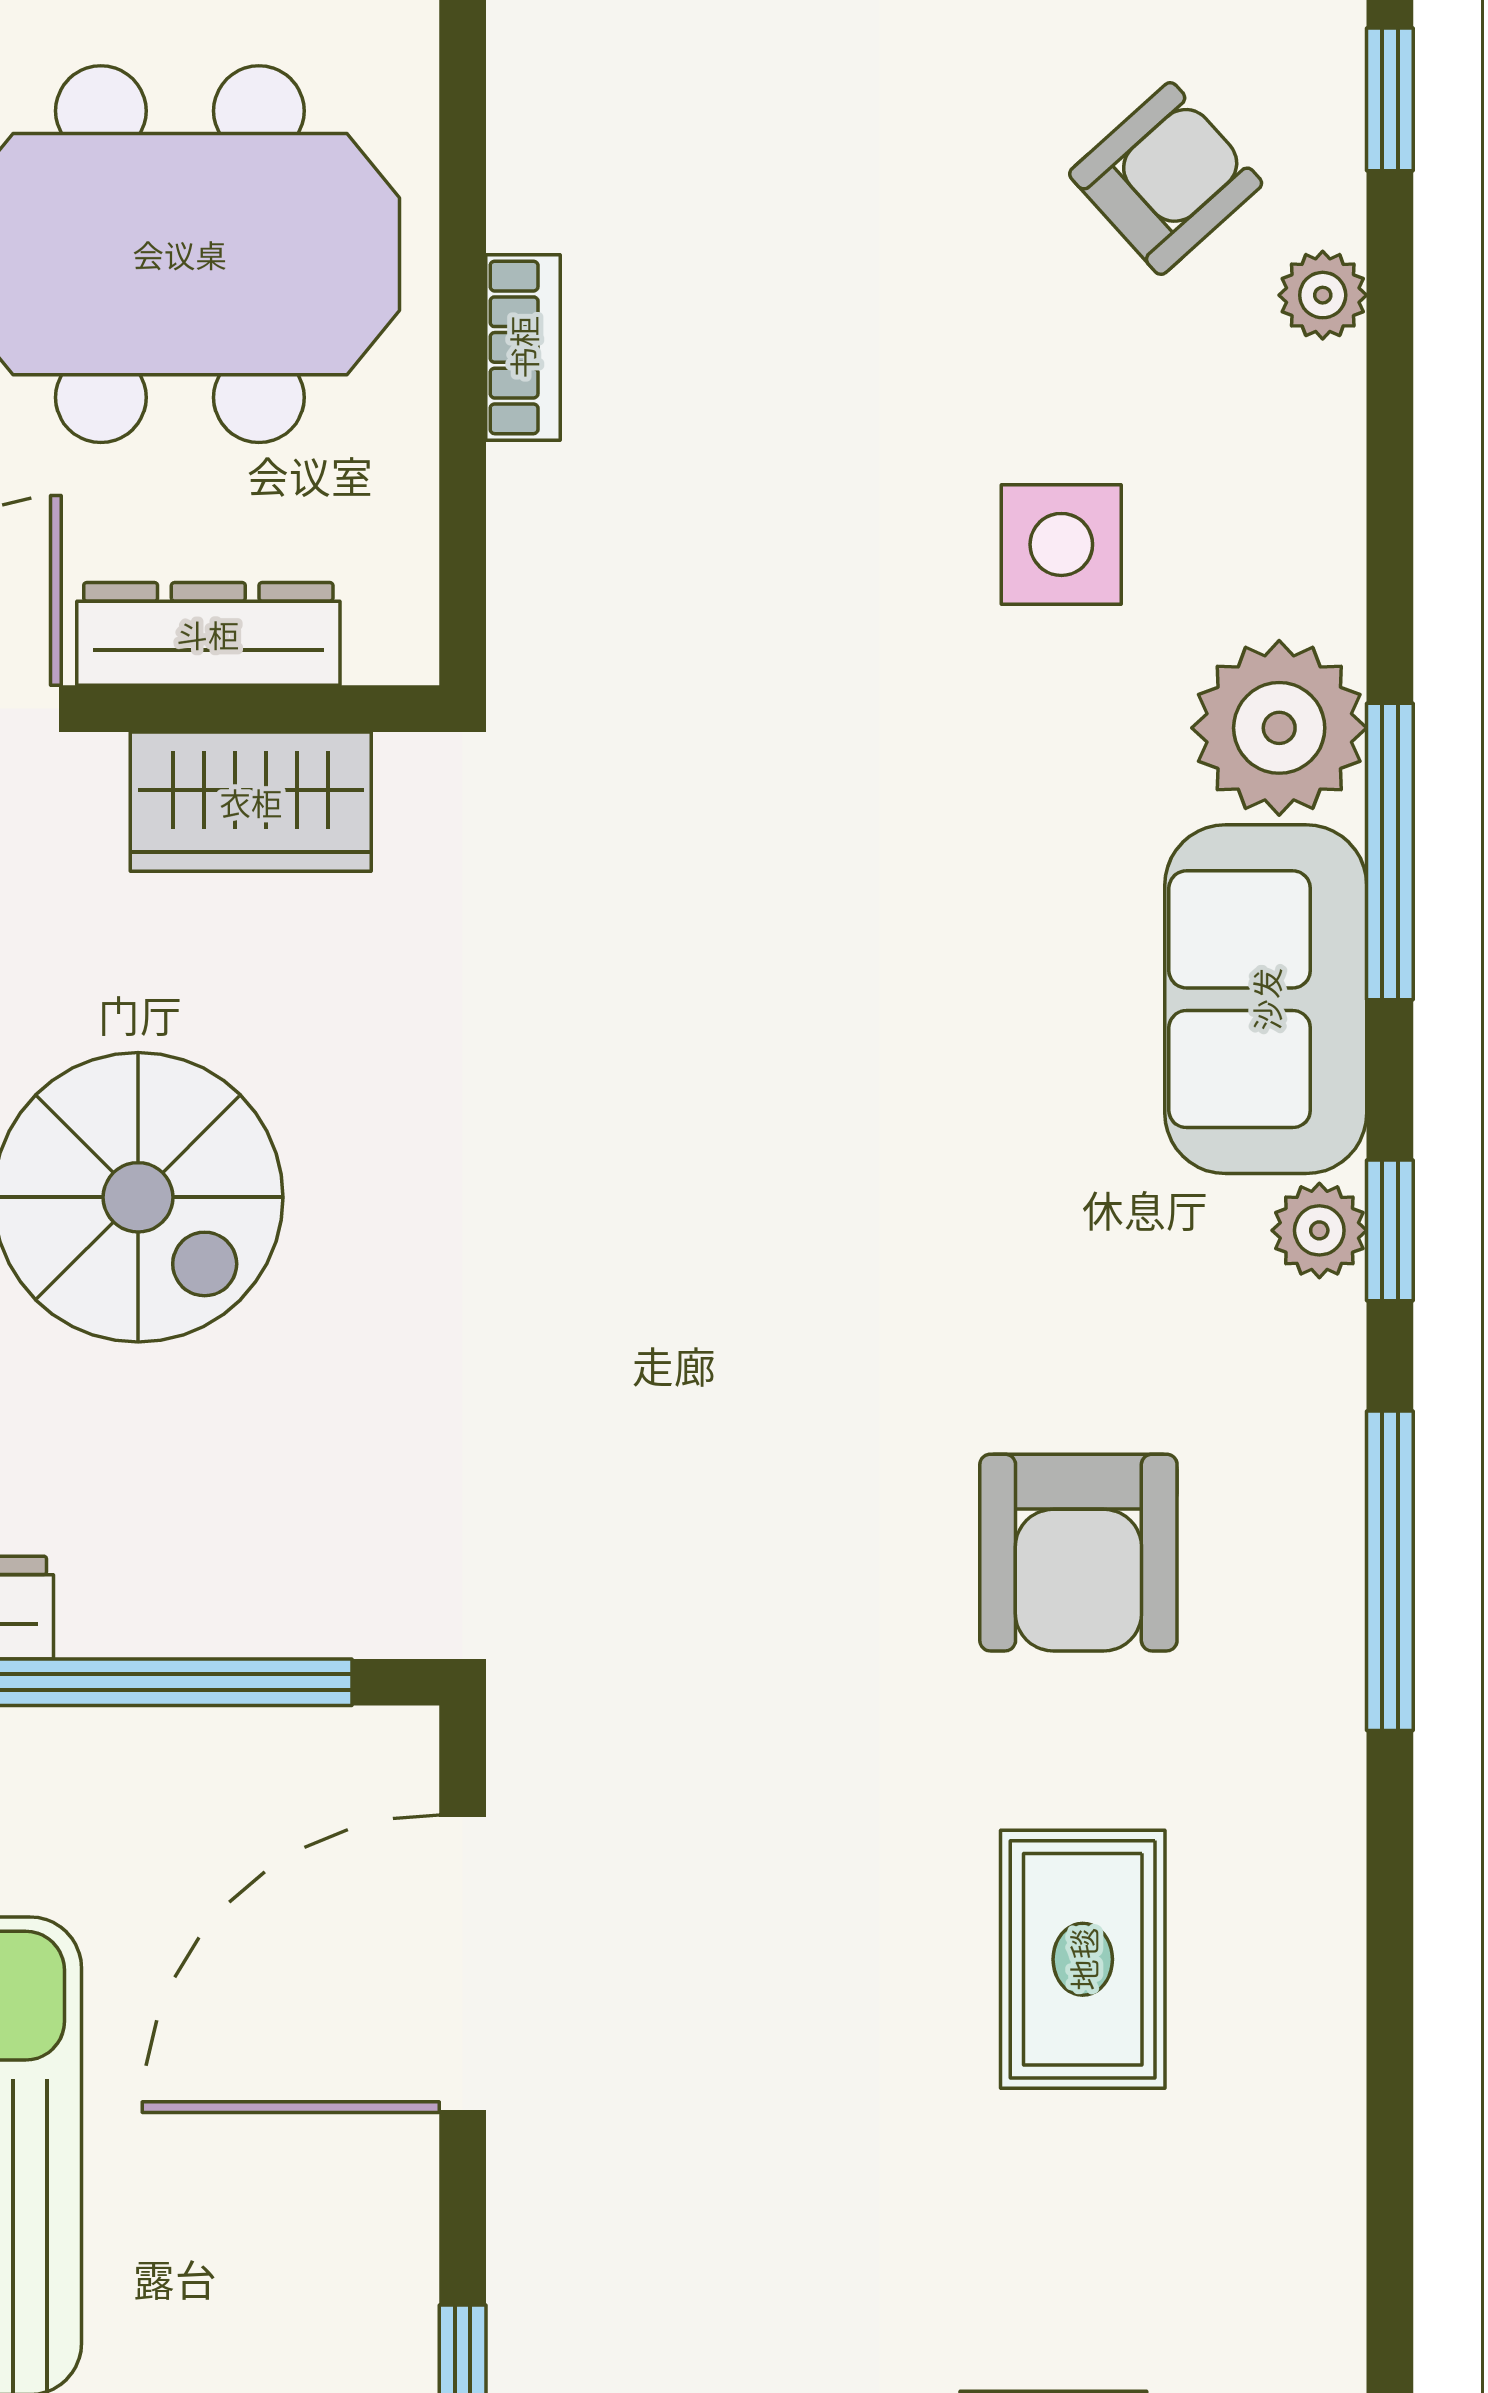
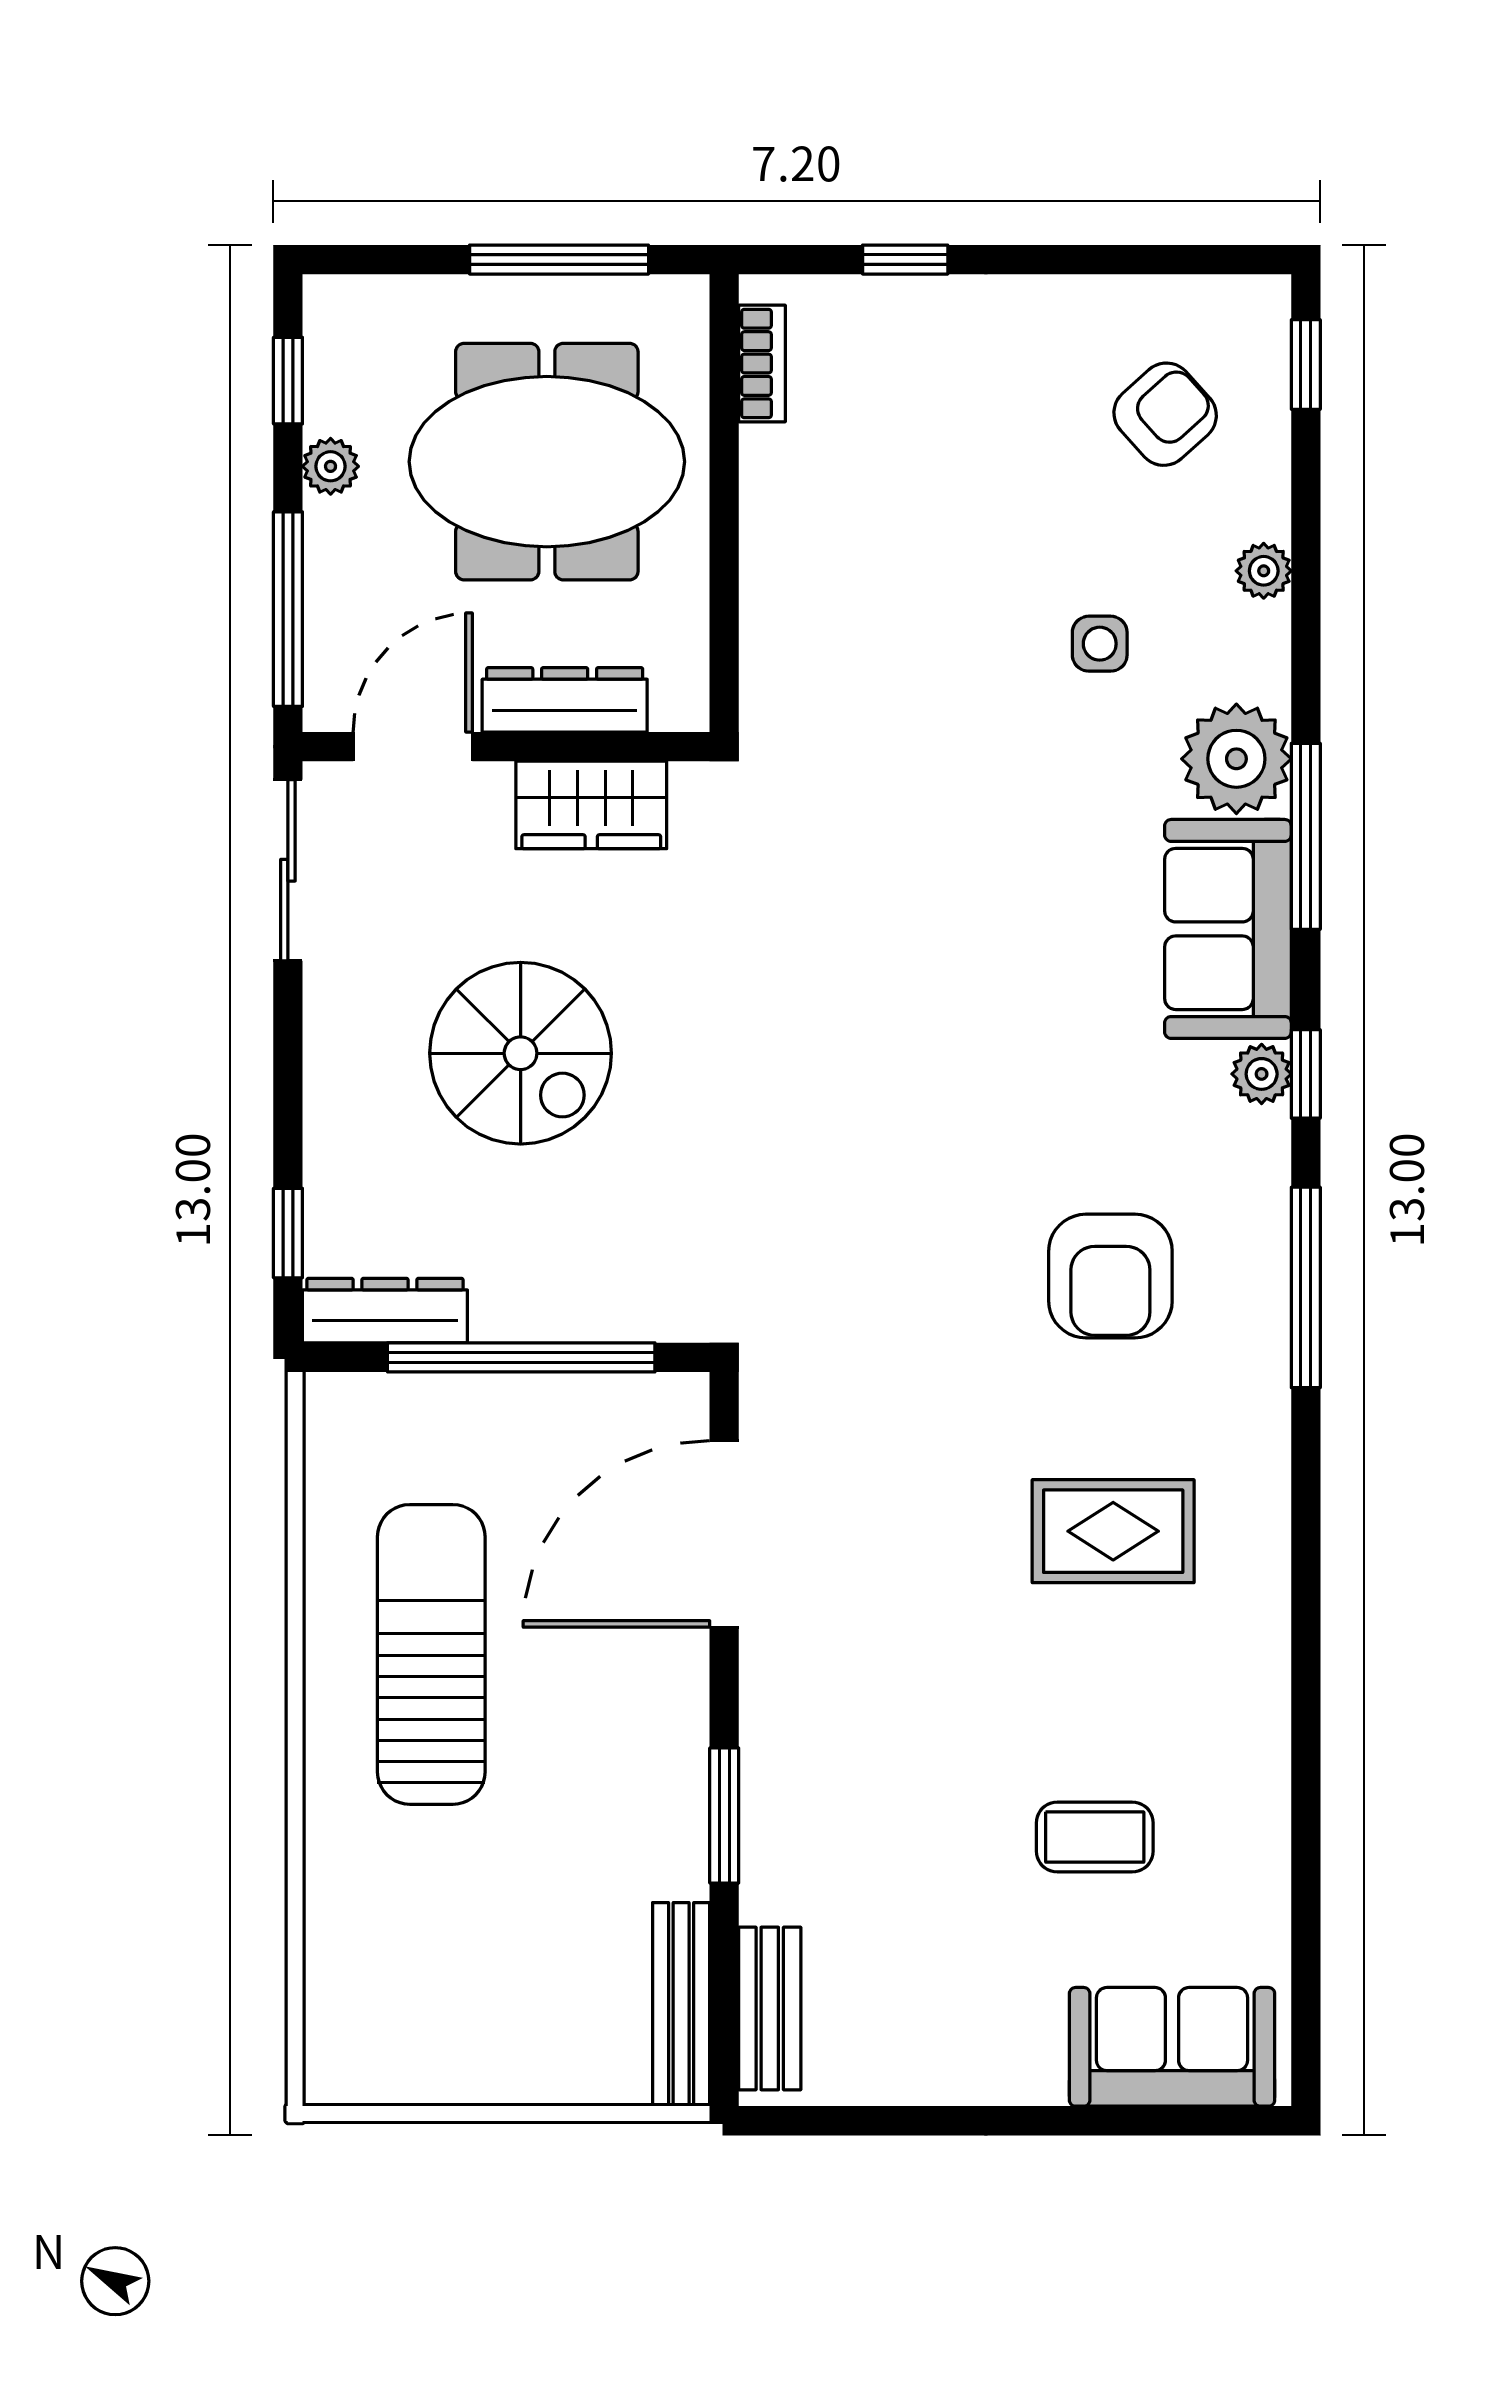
plant: (1323, 295) -> (1264, 571), moved
bookcase: (523, 347) -> (762, 364), moved
side table: (1061, 544) -> (1100, 644), width x0.73, depth x0.73
rug: (1083, 1959) -> (1113, 1531), turned 90

